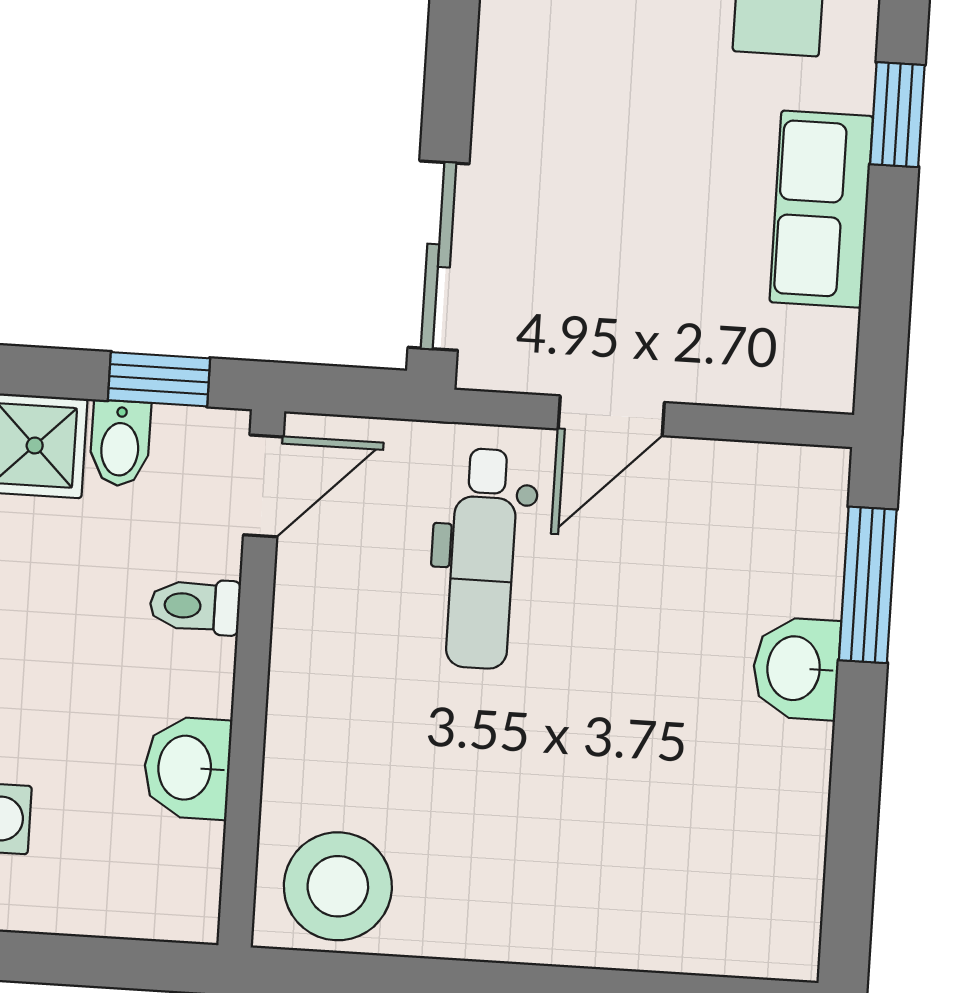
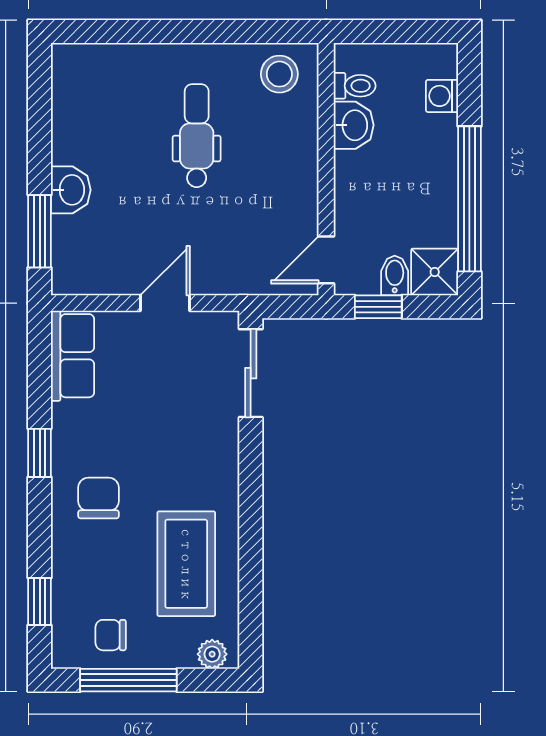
row of seats: (821, 209) -> (72, 356), moved
dental chair: (482, 559) -> (197, 136), moved
toilet: (195, 606) -> (355, 86), moved
stool: (338, 886) -> (279, 74), width x0.73, depth x0.73

